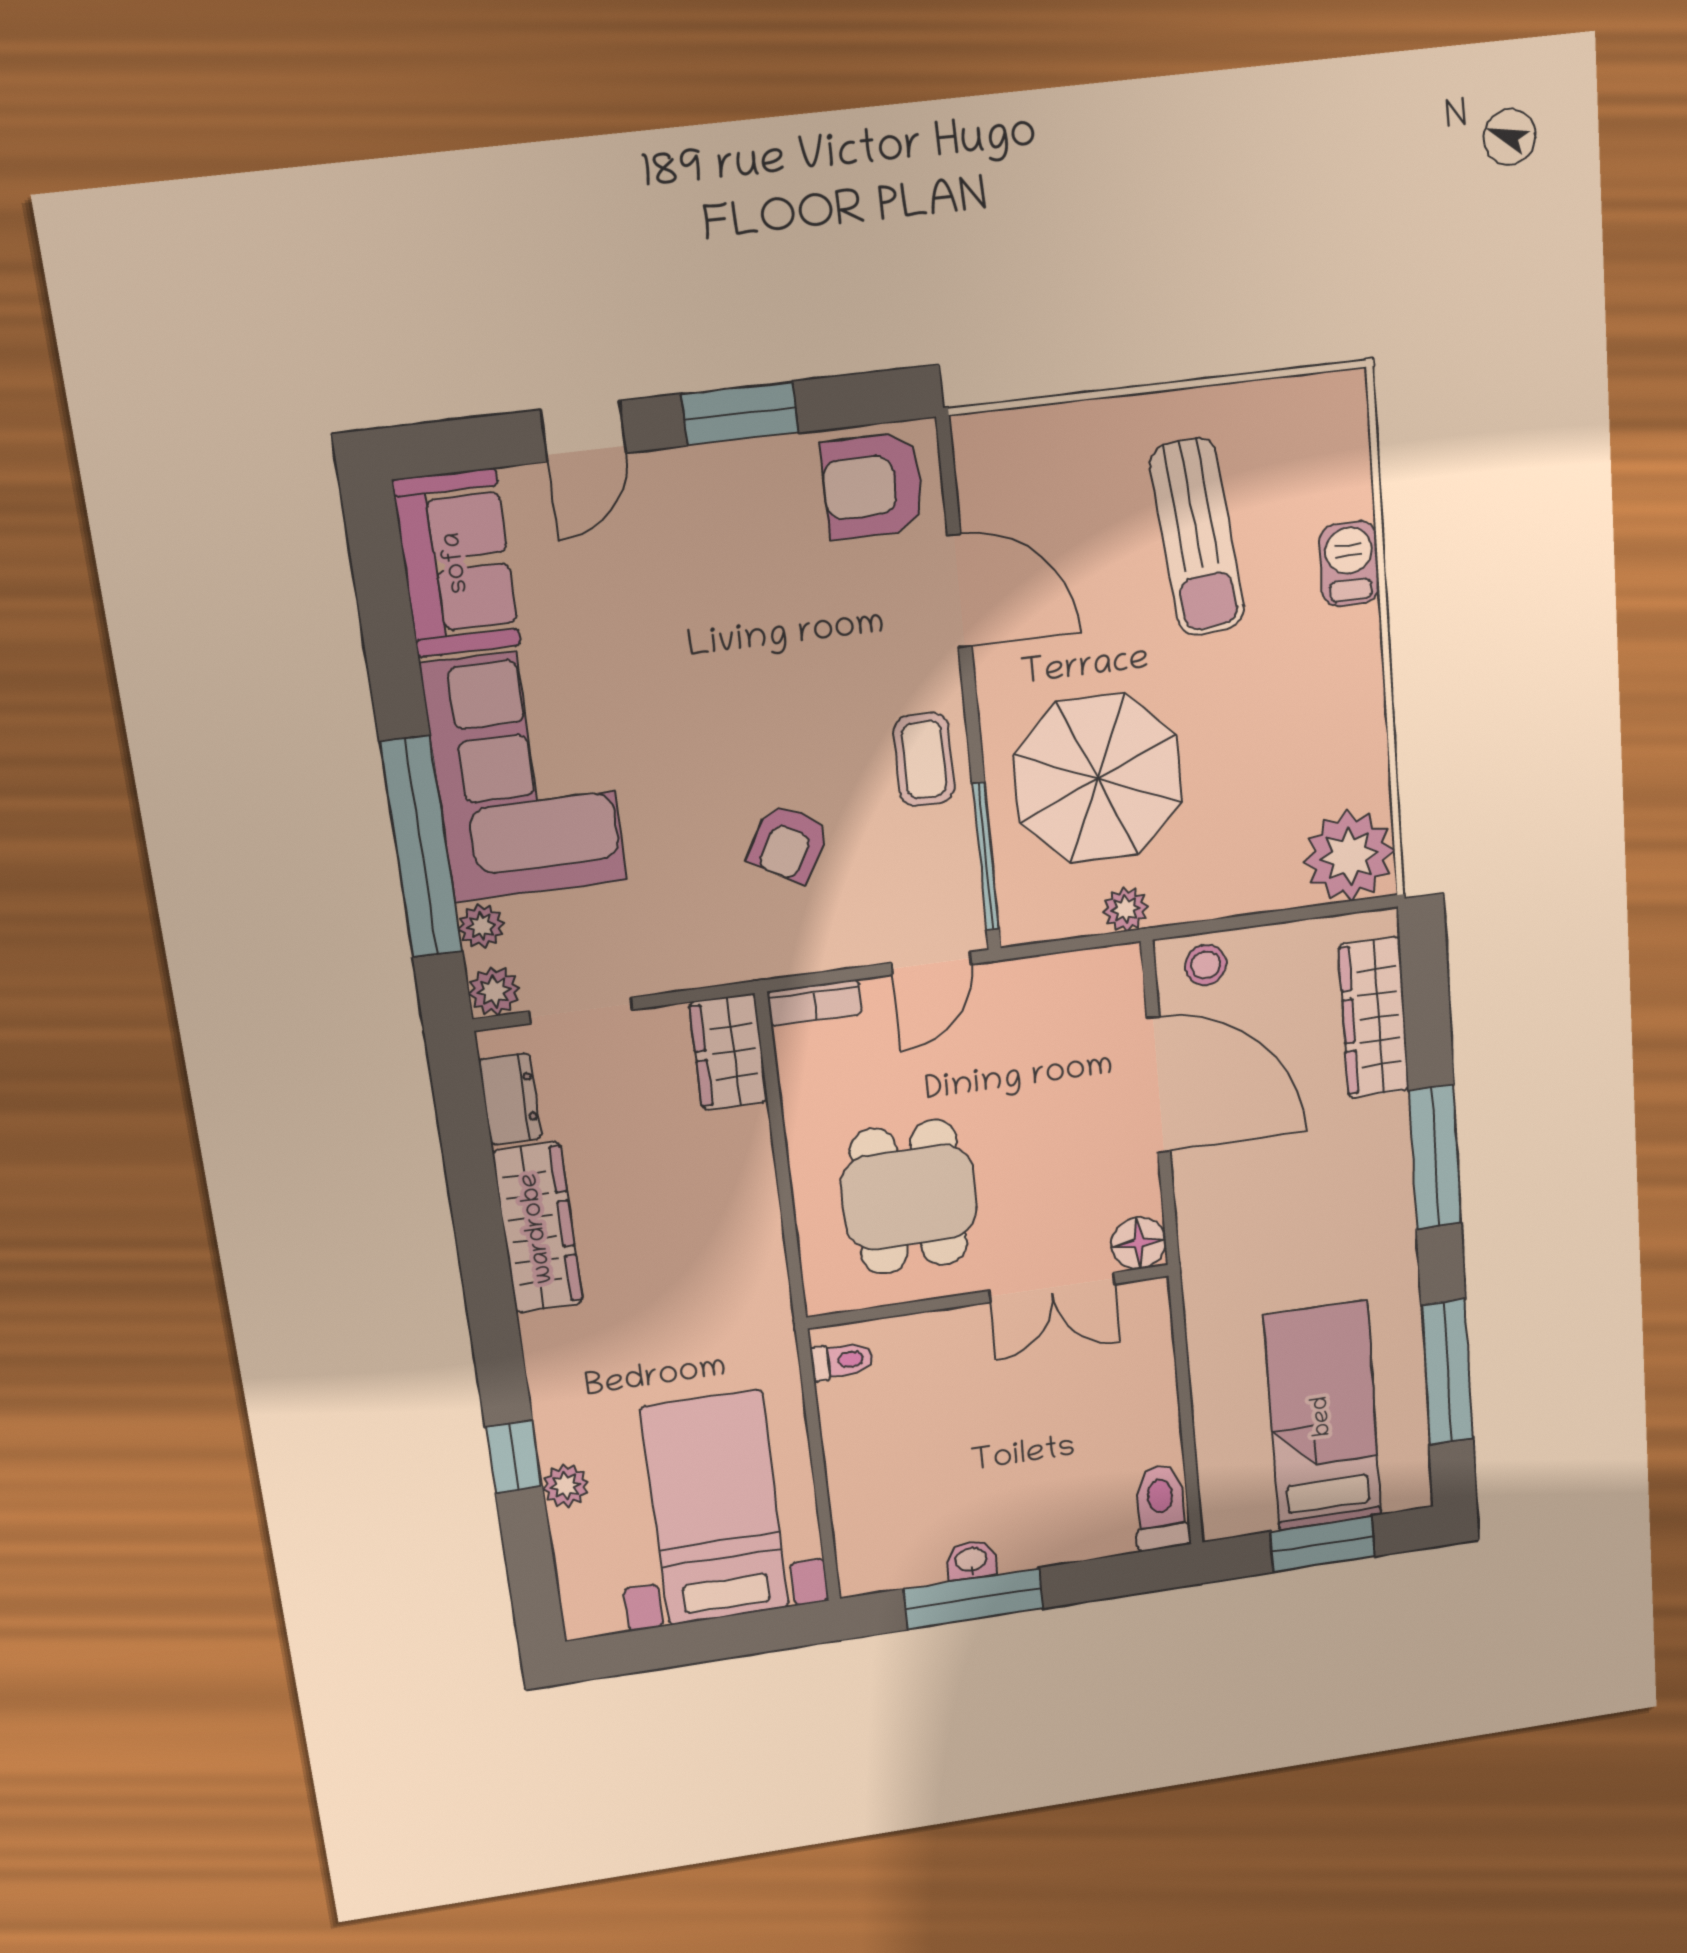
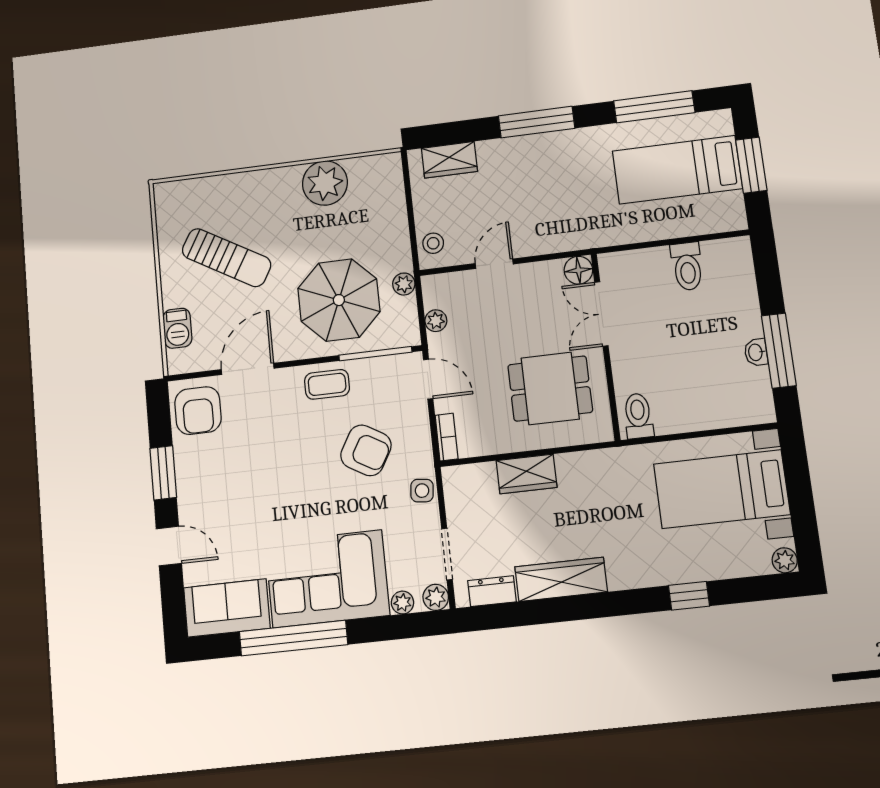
sun lounger: (1197, 537) -> (226, 258), turned 36
barbecue: (1349, 564) -> (177, 328), moved, turned -90
armchair: (788, 843) -> (366, 450), width x1.38, depth x1.38
window: (421, 847) -> (293, 638), moved
plant: (1349, 856) -> (325, 183), moved
side table: (707, 958) -> (422, 491), added
plant: (1049, 975) -> (436, 321), added
wardrobe: (1374, 1018) -> (449, 160), width x0.67
wardrobe: (729, 1052) -> (527, 474), moved
door: (1159, 1085) -> (494, 264), width x0.53
double door: (1052, 1287) -> (601, 314), swing flipped
toilet: (842, 1361) -> (638, 416), width x1.37, depth x1.39
plant: (566, 1486) -> (785, 560), moved
toilet: (1161, 1508) -> (687, 266), moved, turned -90

